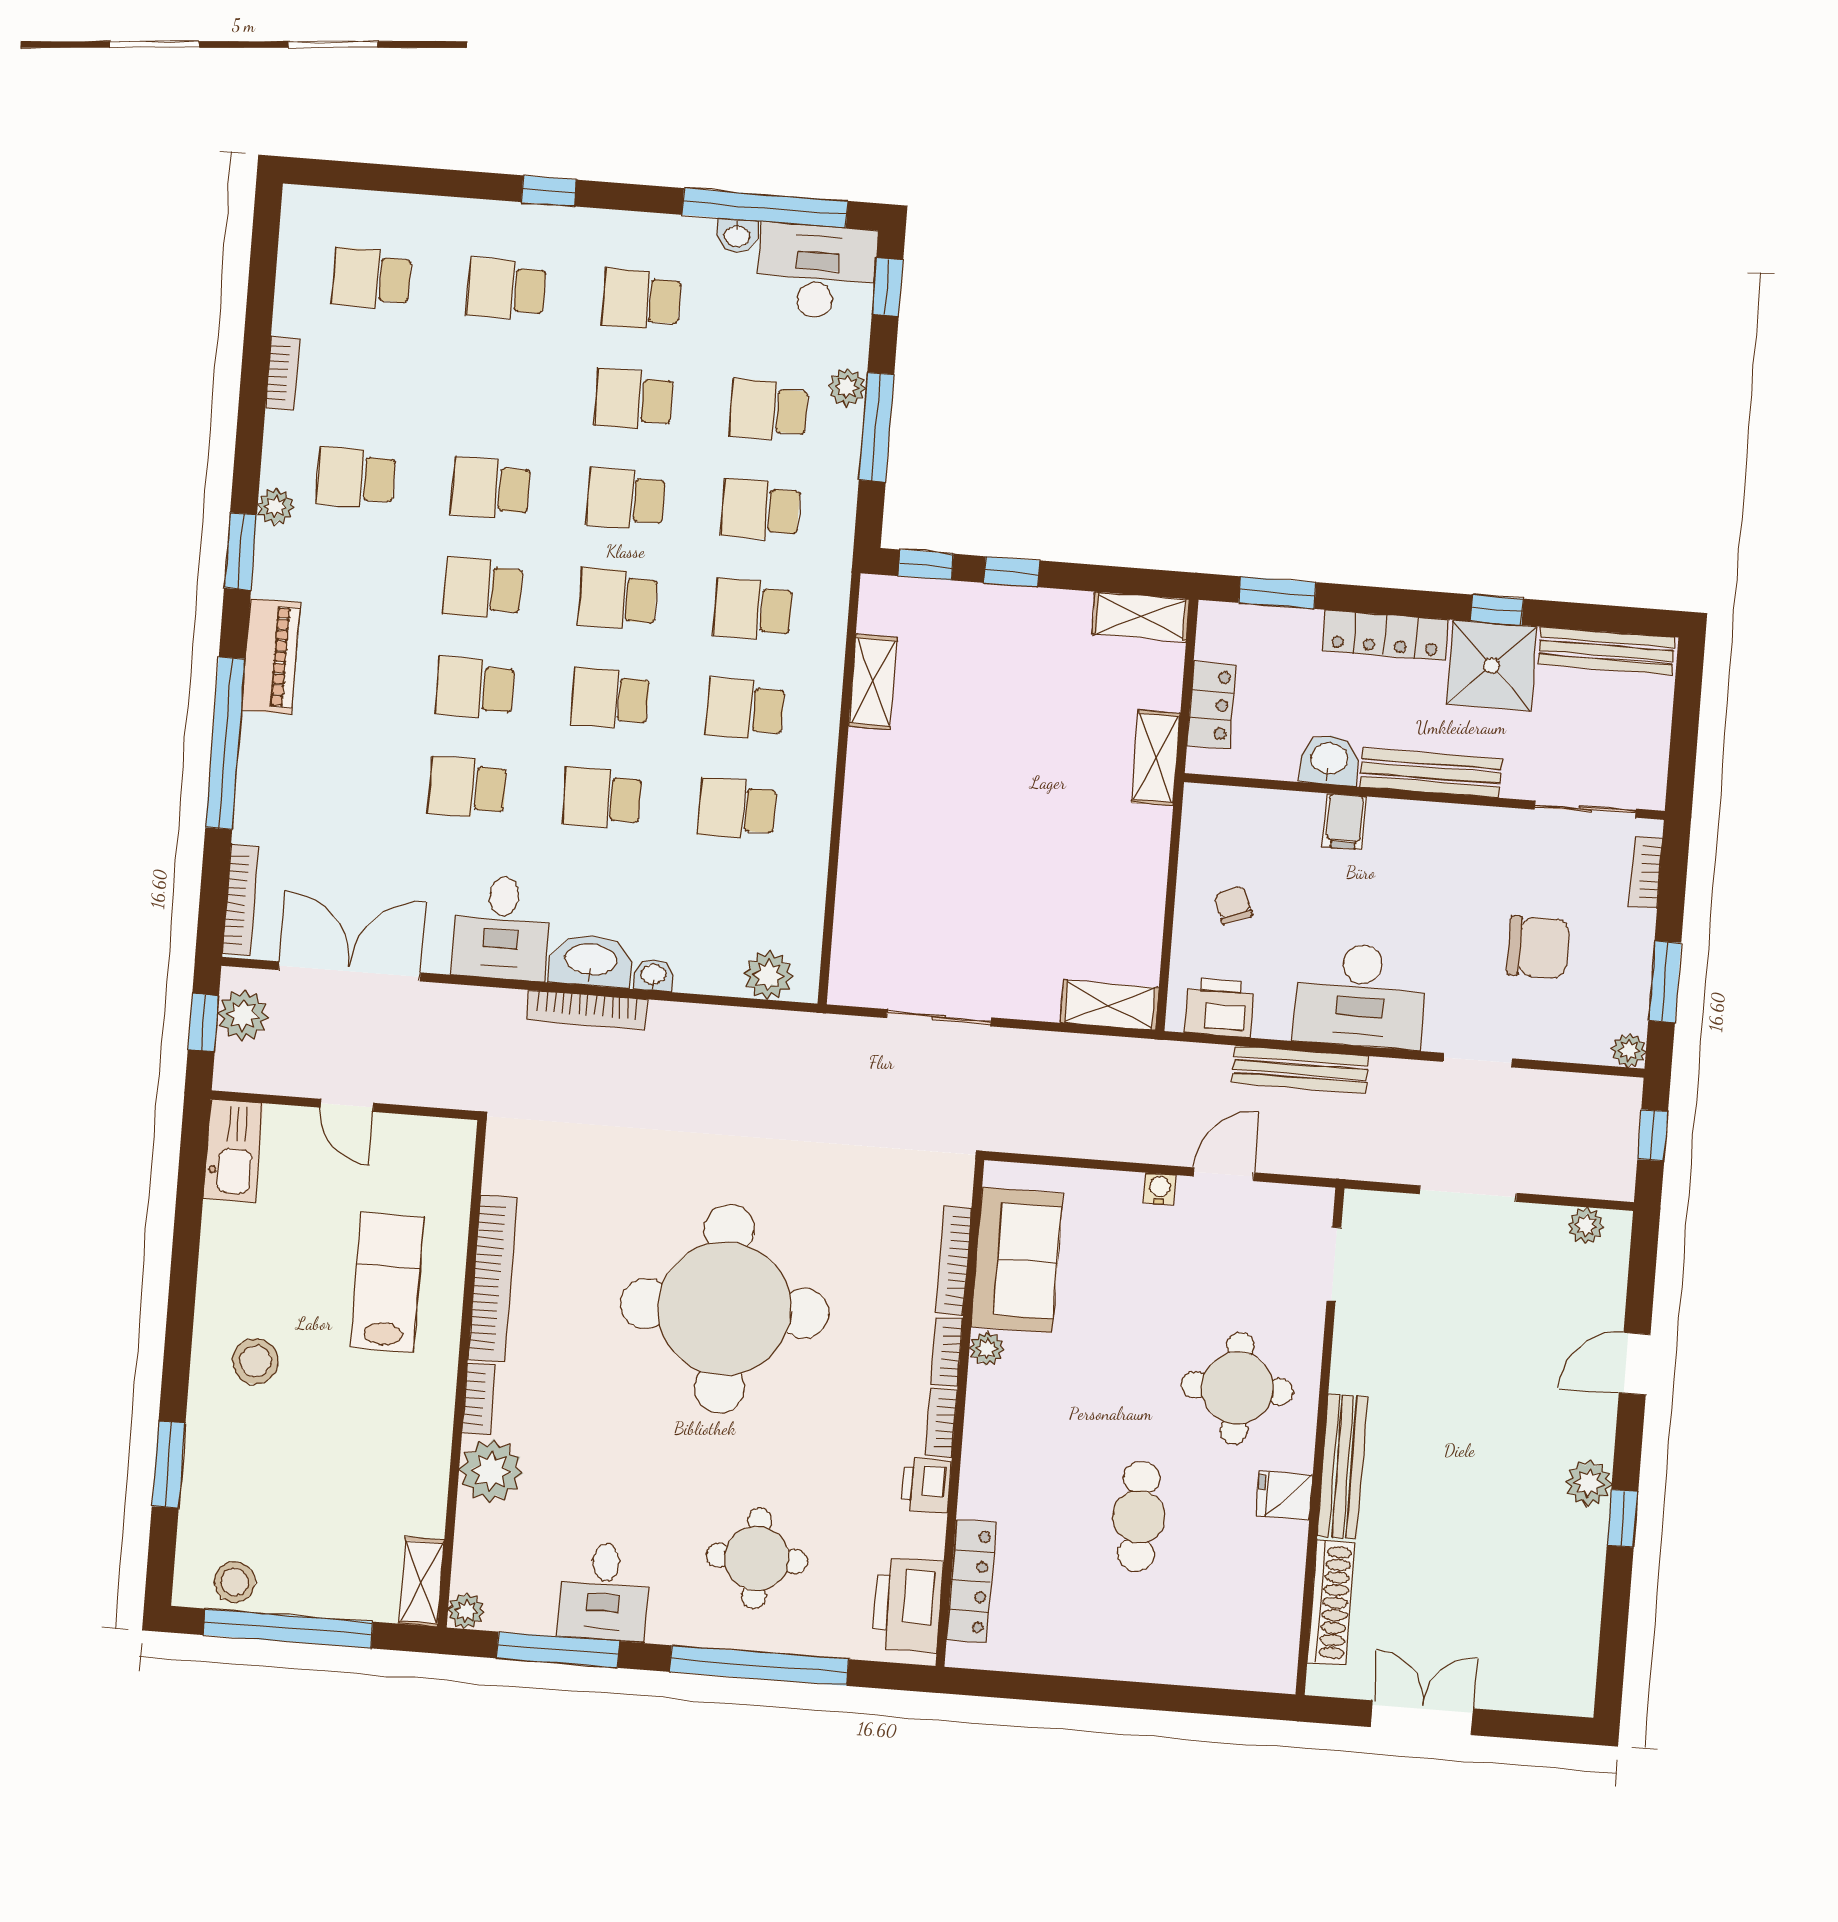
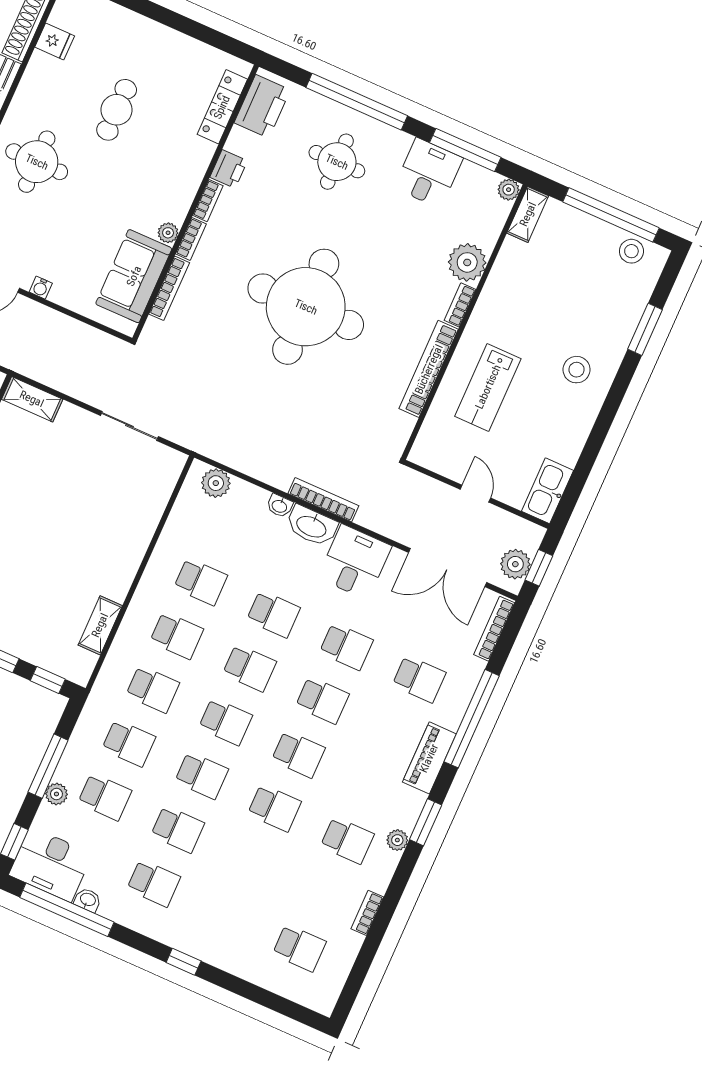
school desk: (506, 289) -> (419, 679), moved
fridge: (1284, 1496) -> (55, 41), moved

